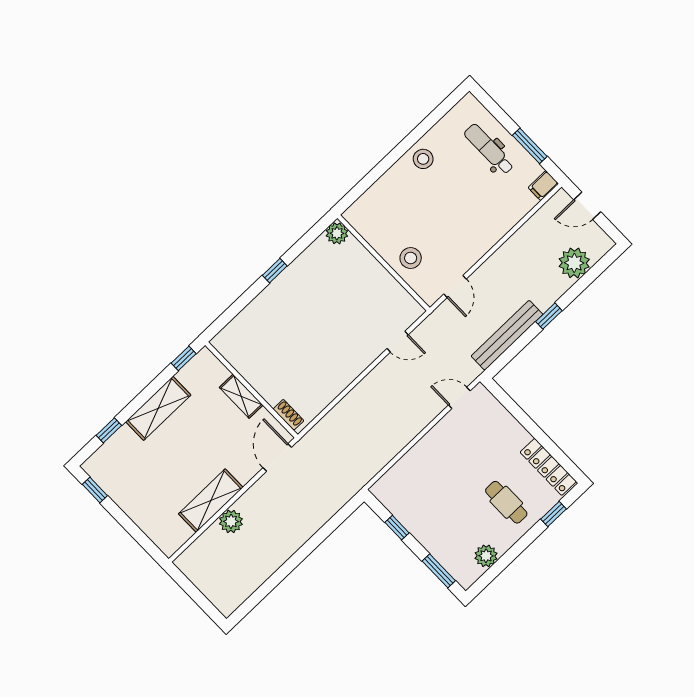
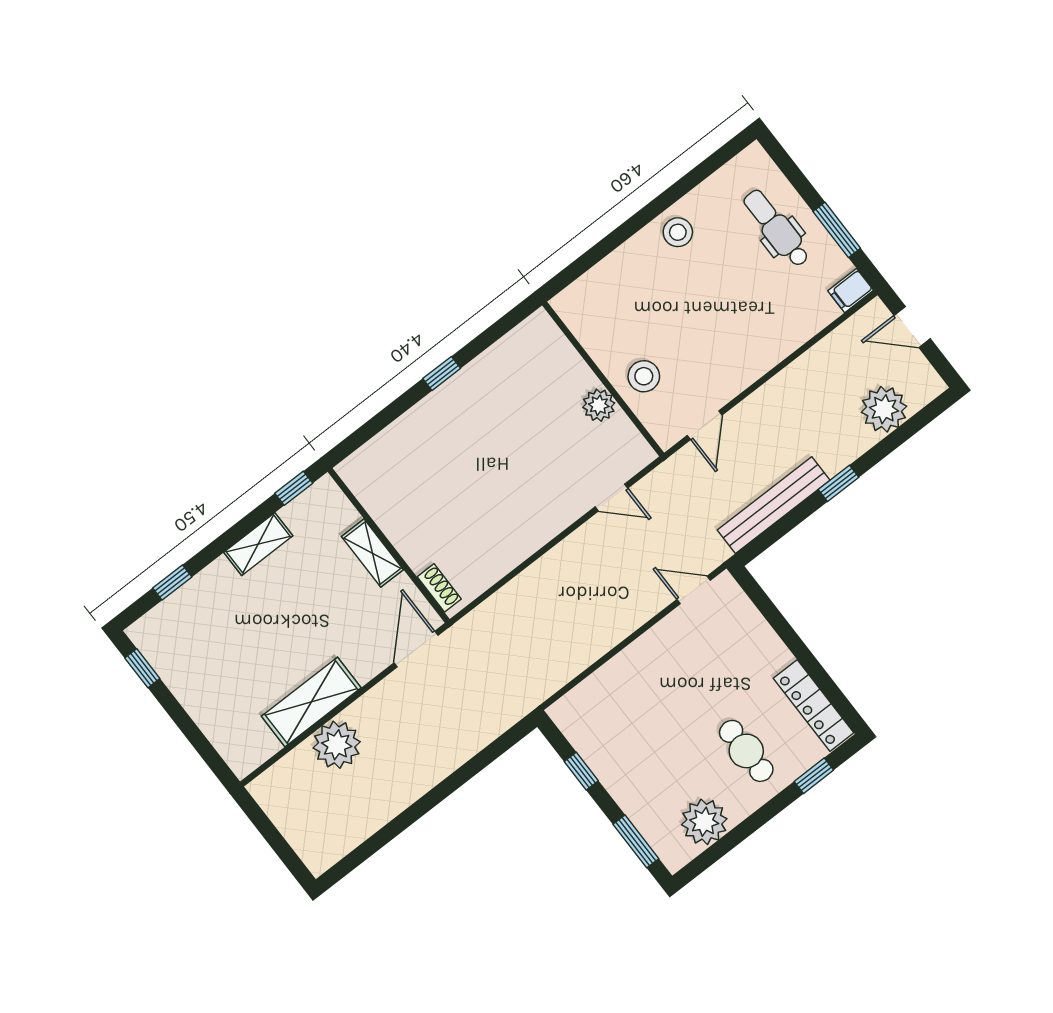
plant: (337, 233) -> (599, 405), moved
shelving: (158, 408) -> (258, 544), width x0.67, depth x0.75
plant: (231, 521) -> (337, 745), width x1.36, depth x1.36
plant: (486, 556) -> (704, 822), width x1.36, depth x1.36

